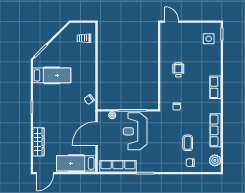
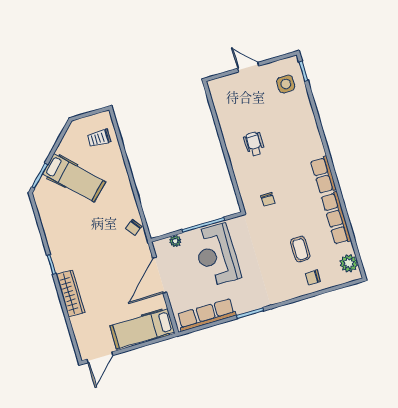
door: (172, 22) -> (248, 67), moved
hospital bed: (52, 75) -> (74, 178), moved, turned 45
row of seats: (215, 87) -> (323, 175), moved
wardrobe: (38, 142) -> (71, 293), moved

